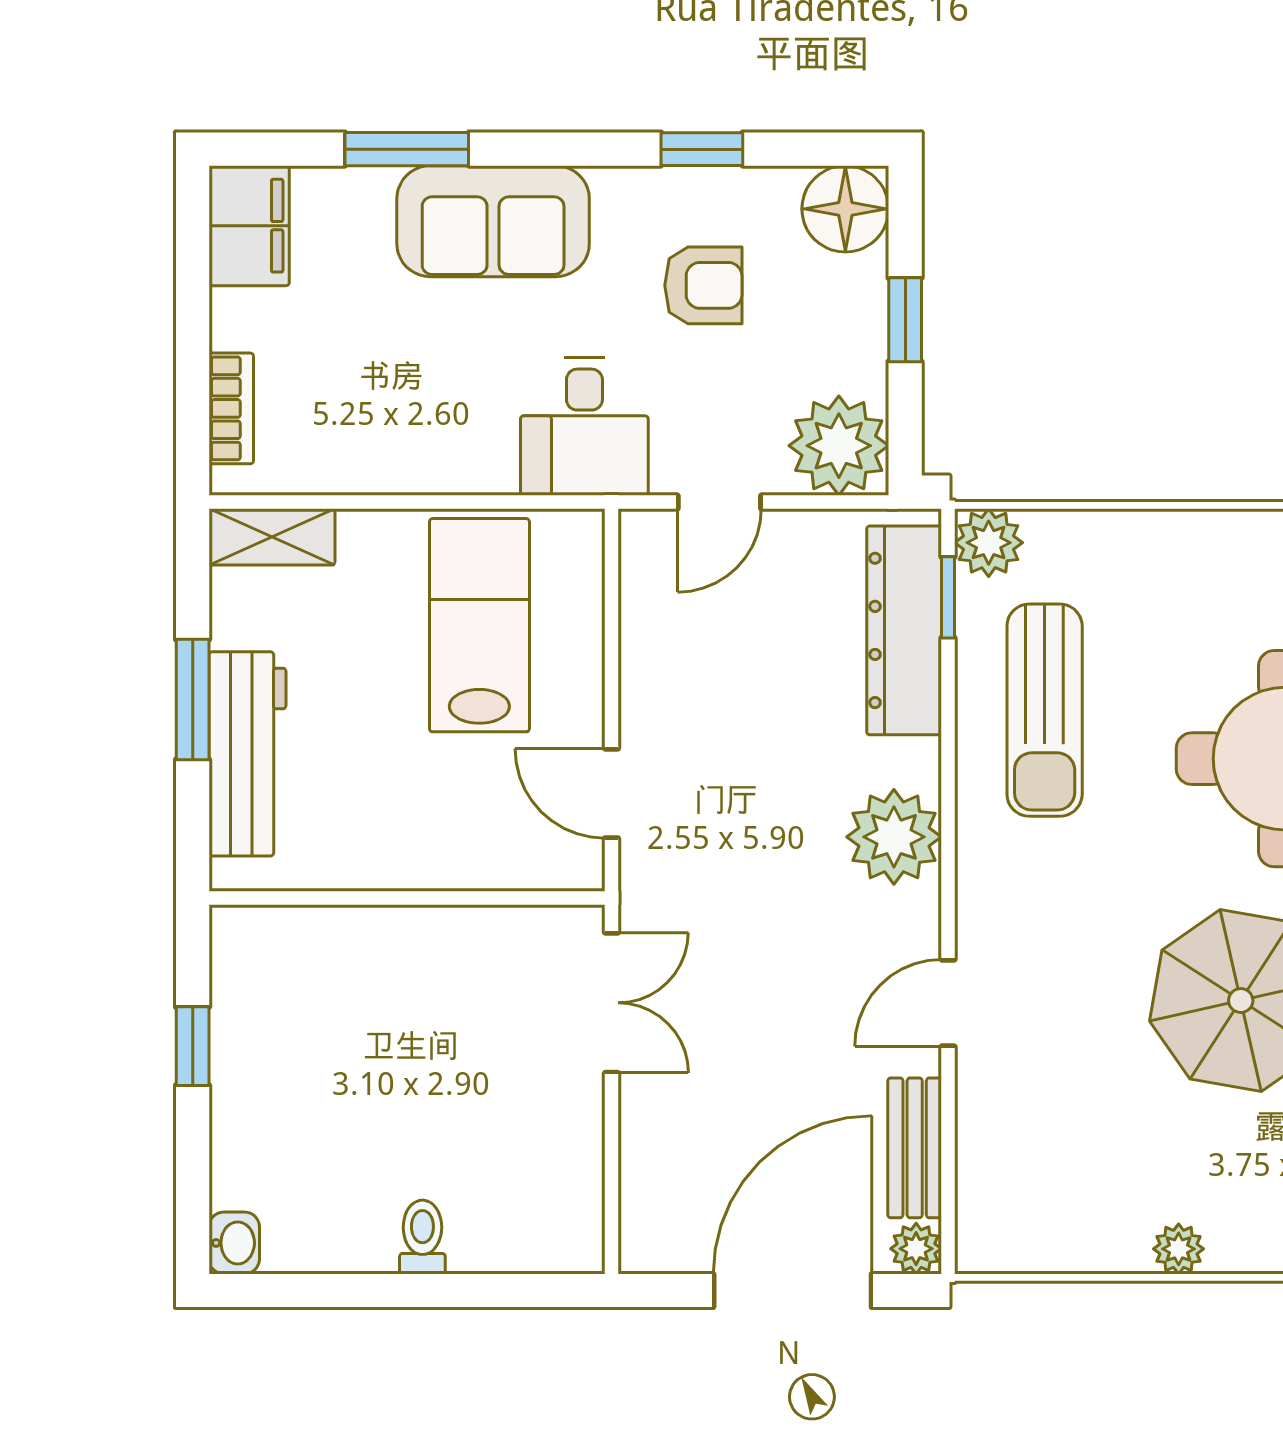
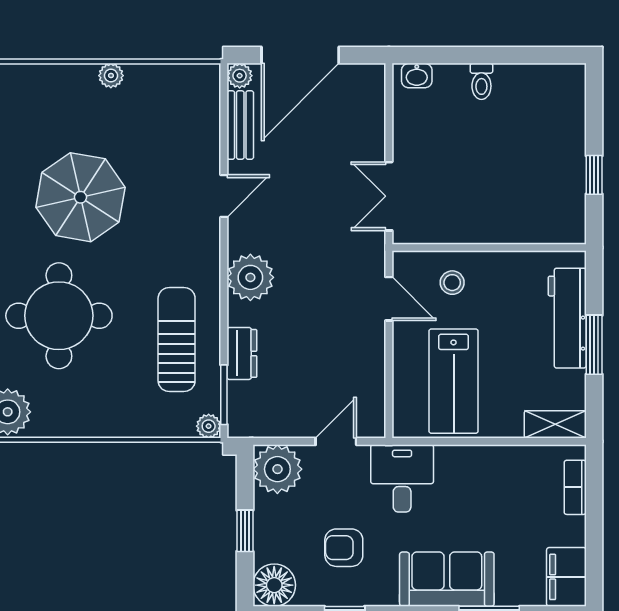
plant: (989, 543) -> (209, 426), width x0.73, depth x0.73
window: (948, 597) -> (224, 395), width x1.50
dresser: (904, 630) -> (242, 353), width x0.51, depth x0.80
stool: (482, 826) -> (452, 283), added
washbasin: (234, 1243) -> (417, 76), moved, turned -90

